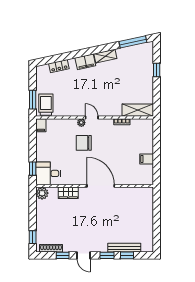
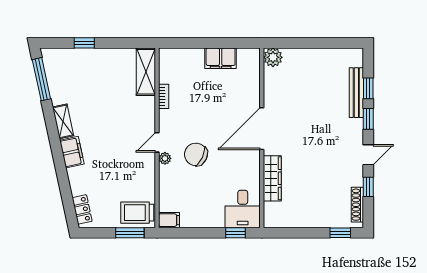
locker: (59, 66) -> (82, 209), moved
chair: (84, 143) -> (196, 154), turned 115
filing cabinet: (147, 159) -> (221, 58), width x2.00
plant: (42, 193) -> (273, 57), moved
wardrobe: (68, 193) -> (272, 178), width x1.50

